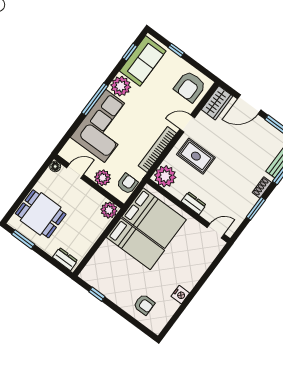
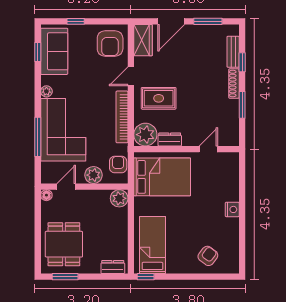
plant: (121, 86) -> (46, 91), width x0.53, depth x0.53
window: (95, 99) -> (38, 137), moved
shoe rack: (262, 188) -> (234, 84), width x1.43
dresser: (194, 203) -> (170, 139), moved
dining table: (41, 214) -> (64, 244), turned 90
door: (216, 231) -> (208, 149), moved
bed: (135, 244) -> (152, 245), moved, turned -90
window: (97, 294) -> (146, 277), moved
nightstand: (180, 295) -> (232, 209), moved
armchair: (144, 305) -> (208, 256), turned -53

